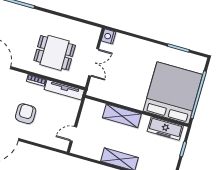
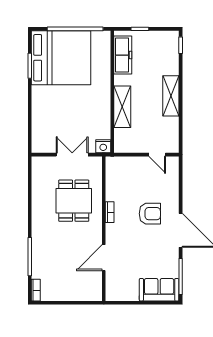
nightstand: (109, 36) -> (103, 146), moved
tv unit: (64, 90) -> (111, 178), removed
bed: (173, 93) -> (61, 58), moved, turned 180
armchair: (26, 114) -> (150, 214), turned 180

